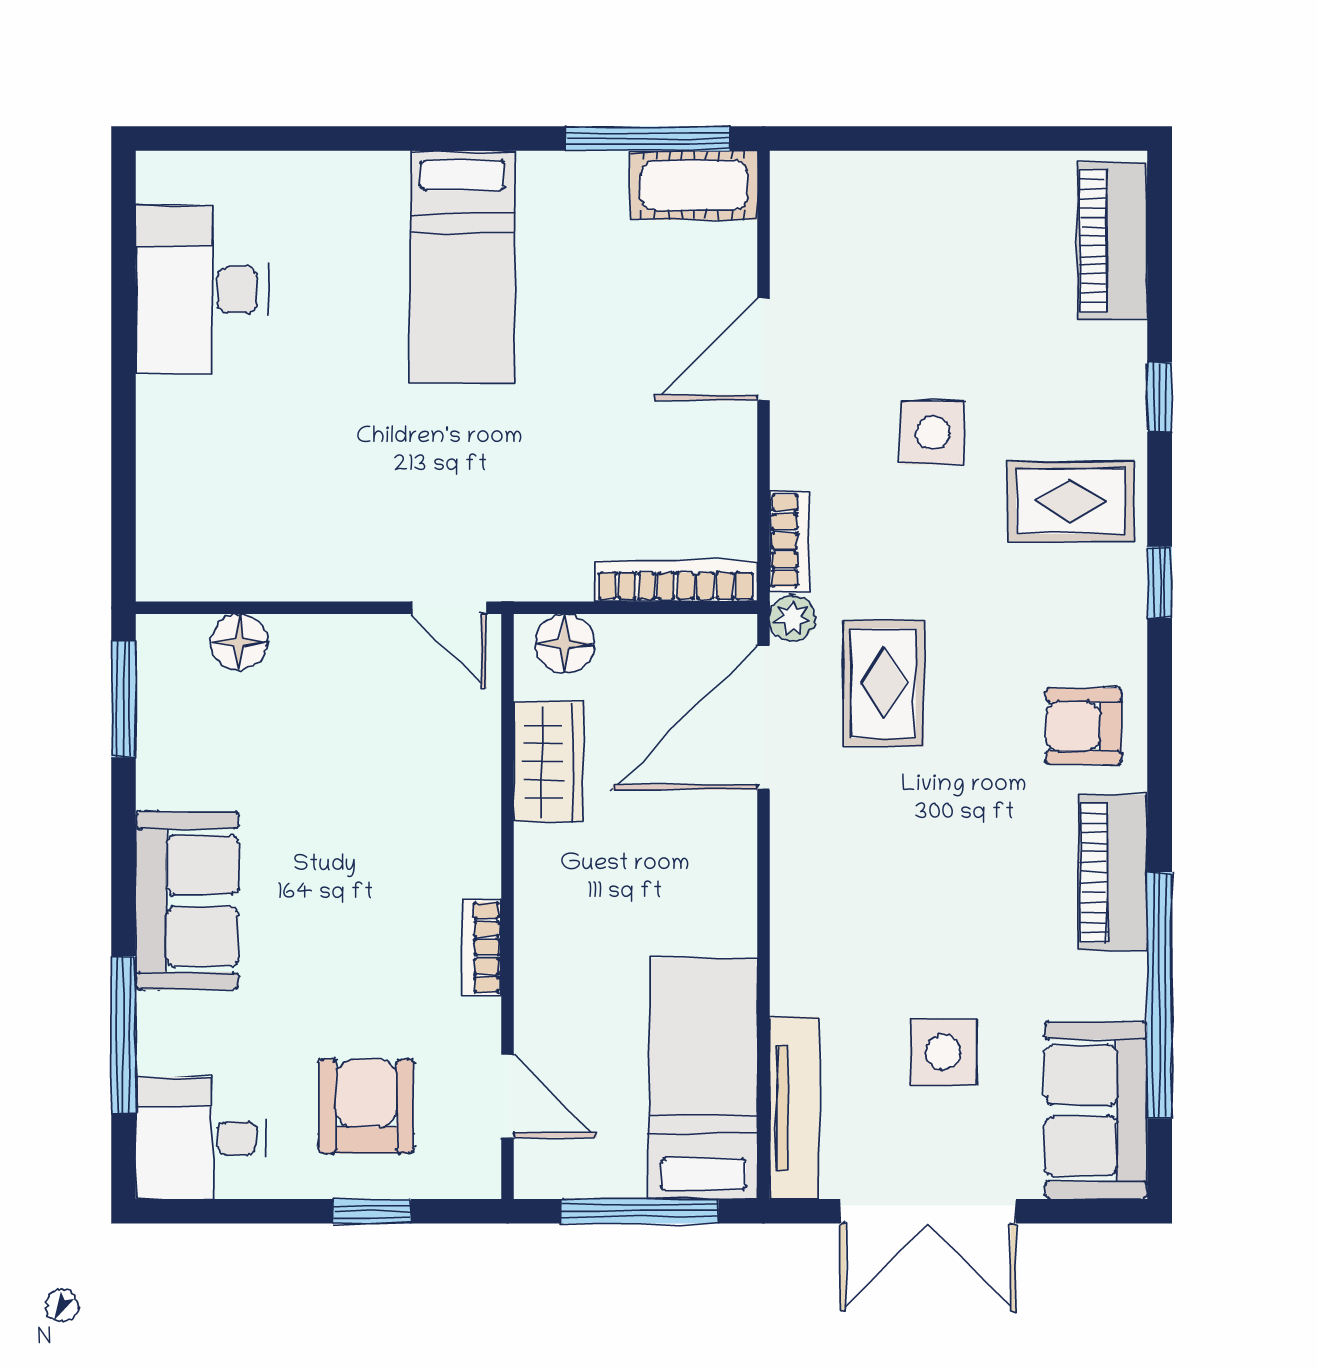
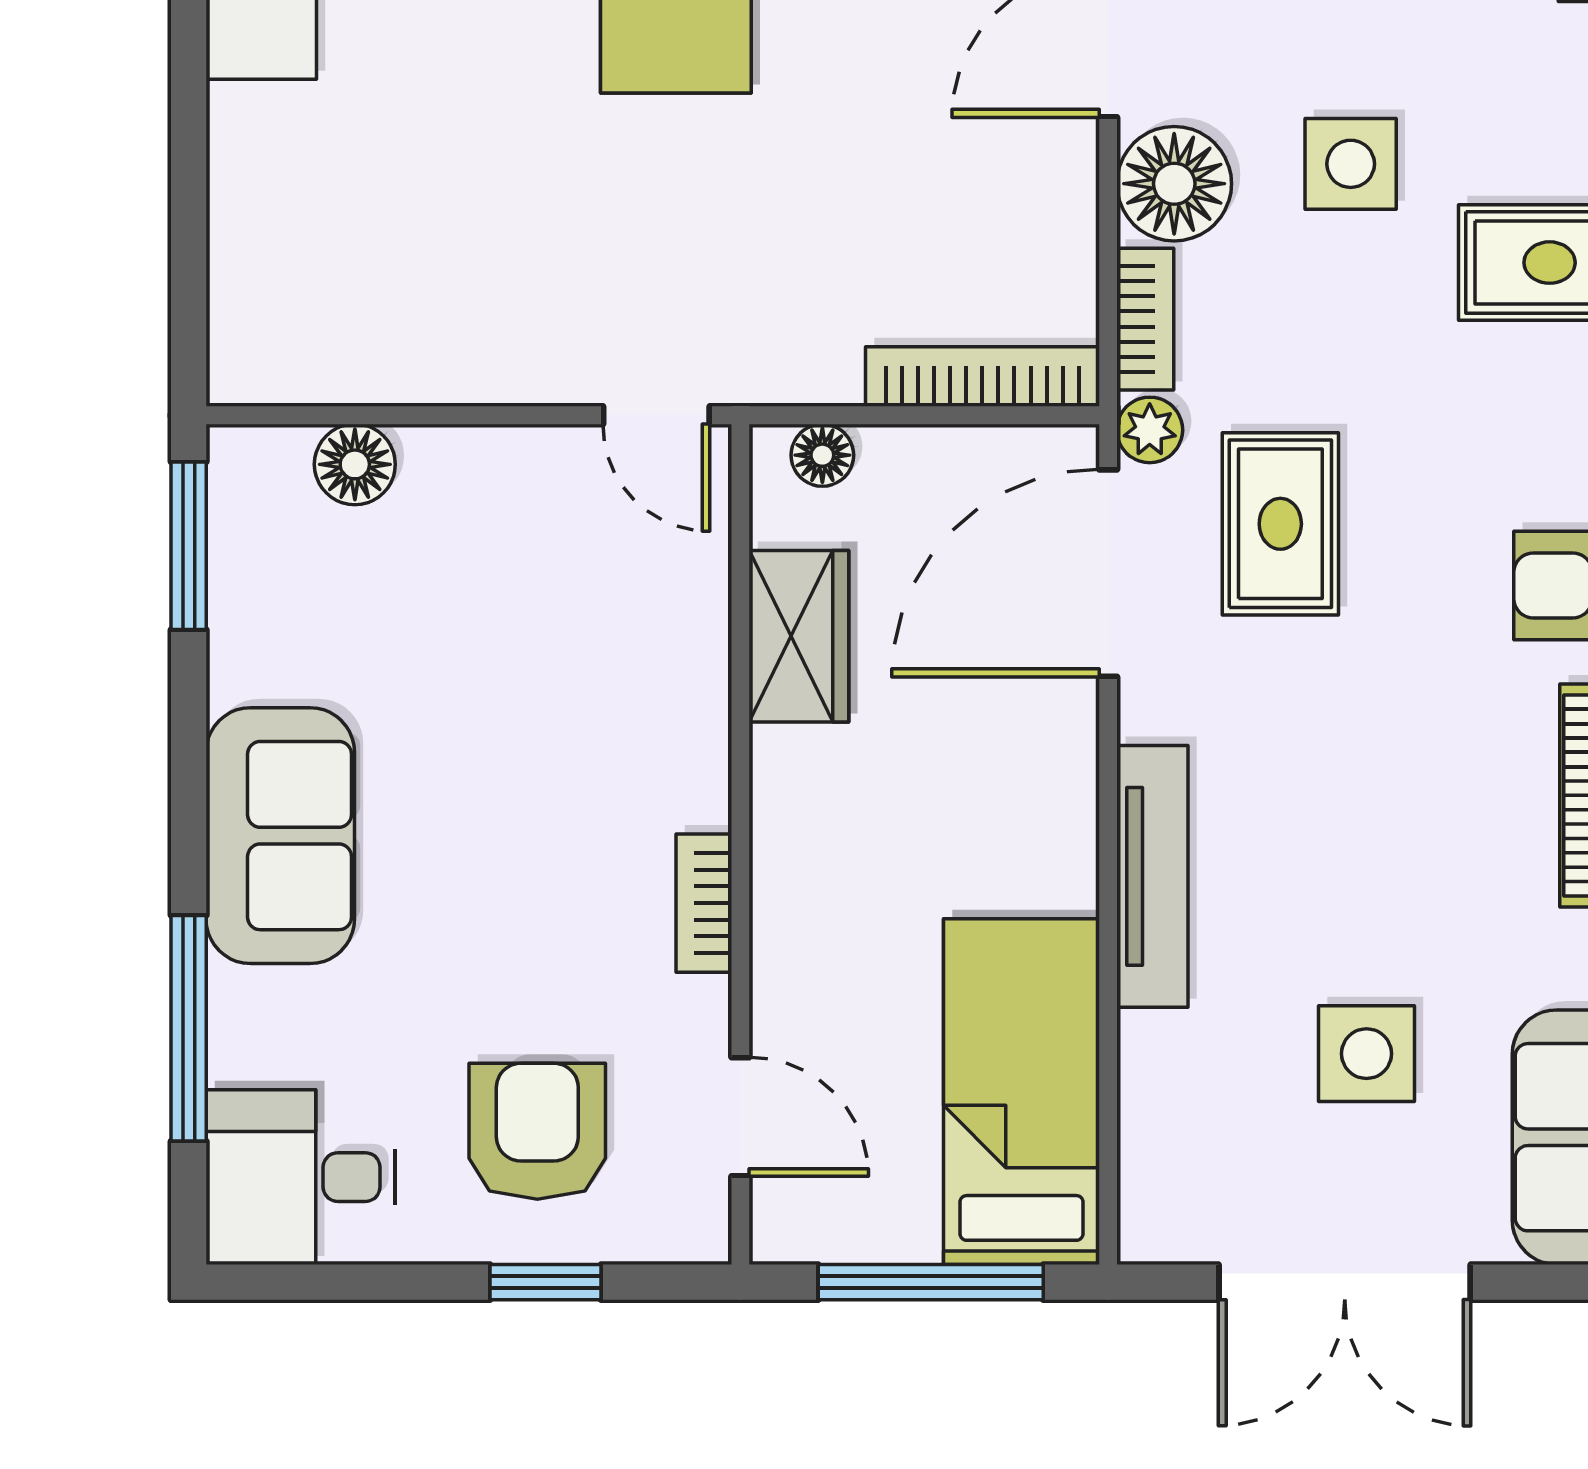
floor lamp: (809, 447) -> (1174, 184), added
floor lamp: (565, 644) -> (822, 455), width x0.73, depth x0.73
tv unit: (794, 1108) -> (1152, 876), moved

